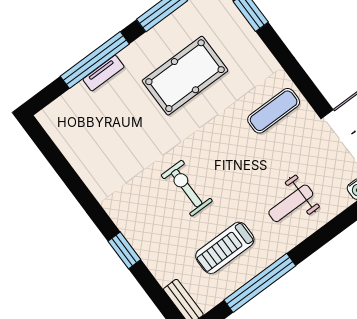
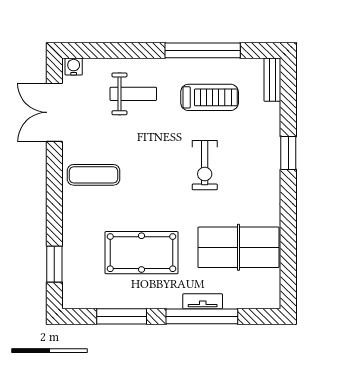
table tennis table: (107, 140) -> (238, 247), added

